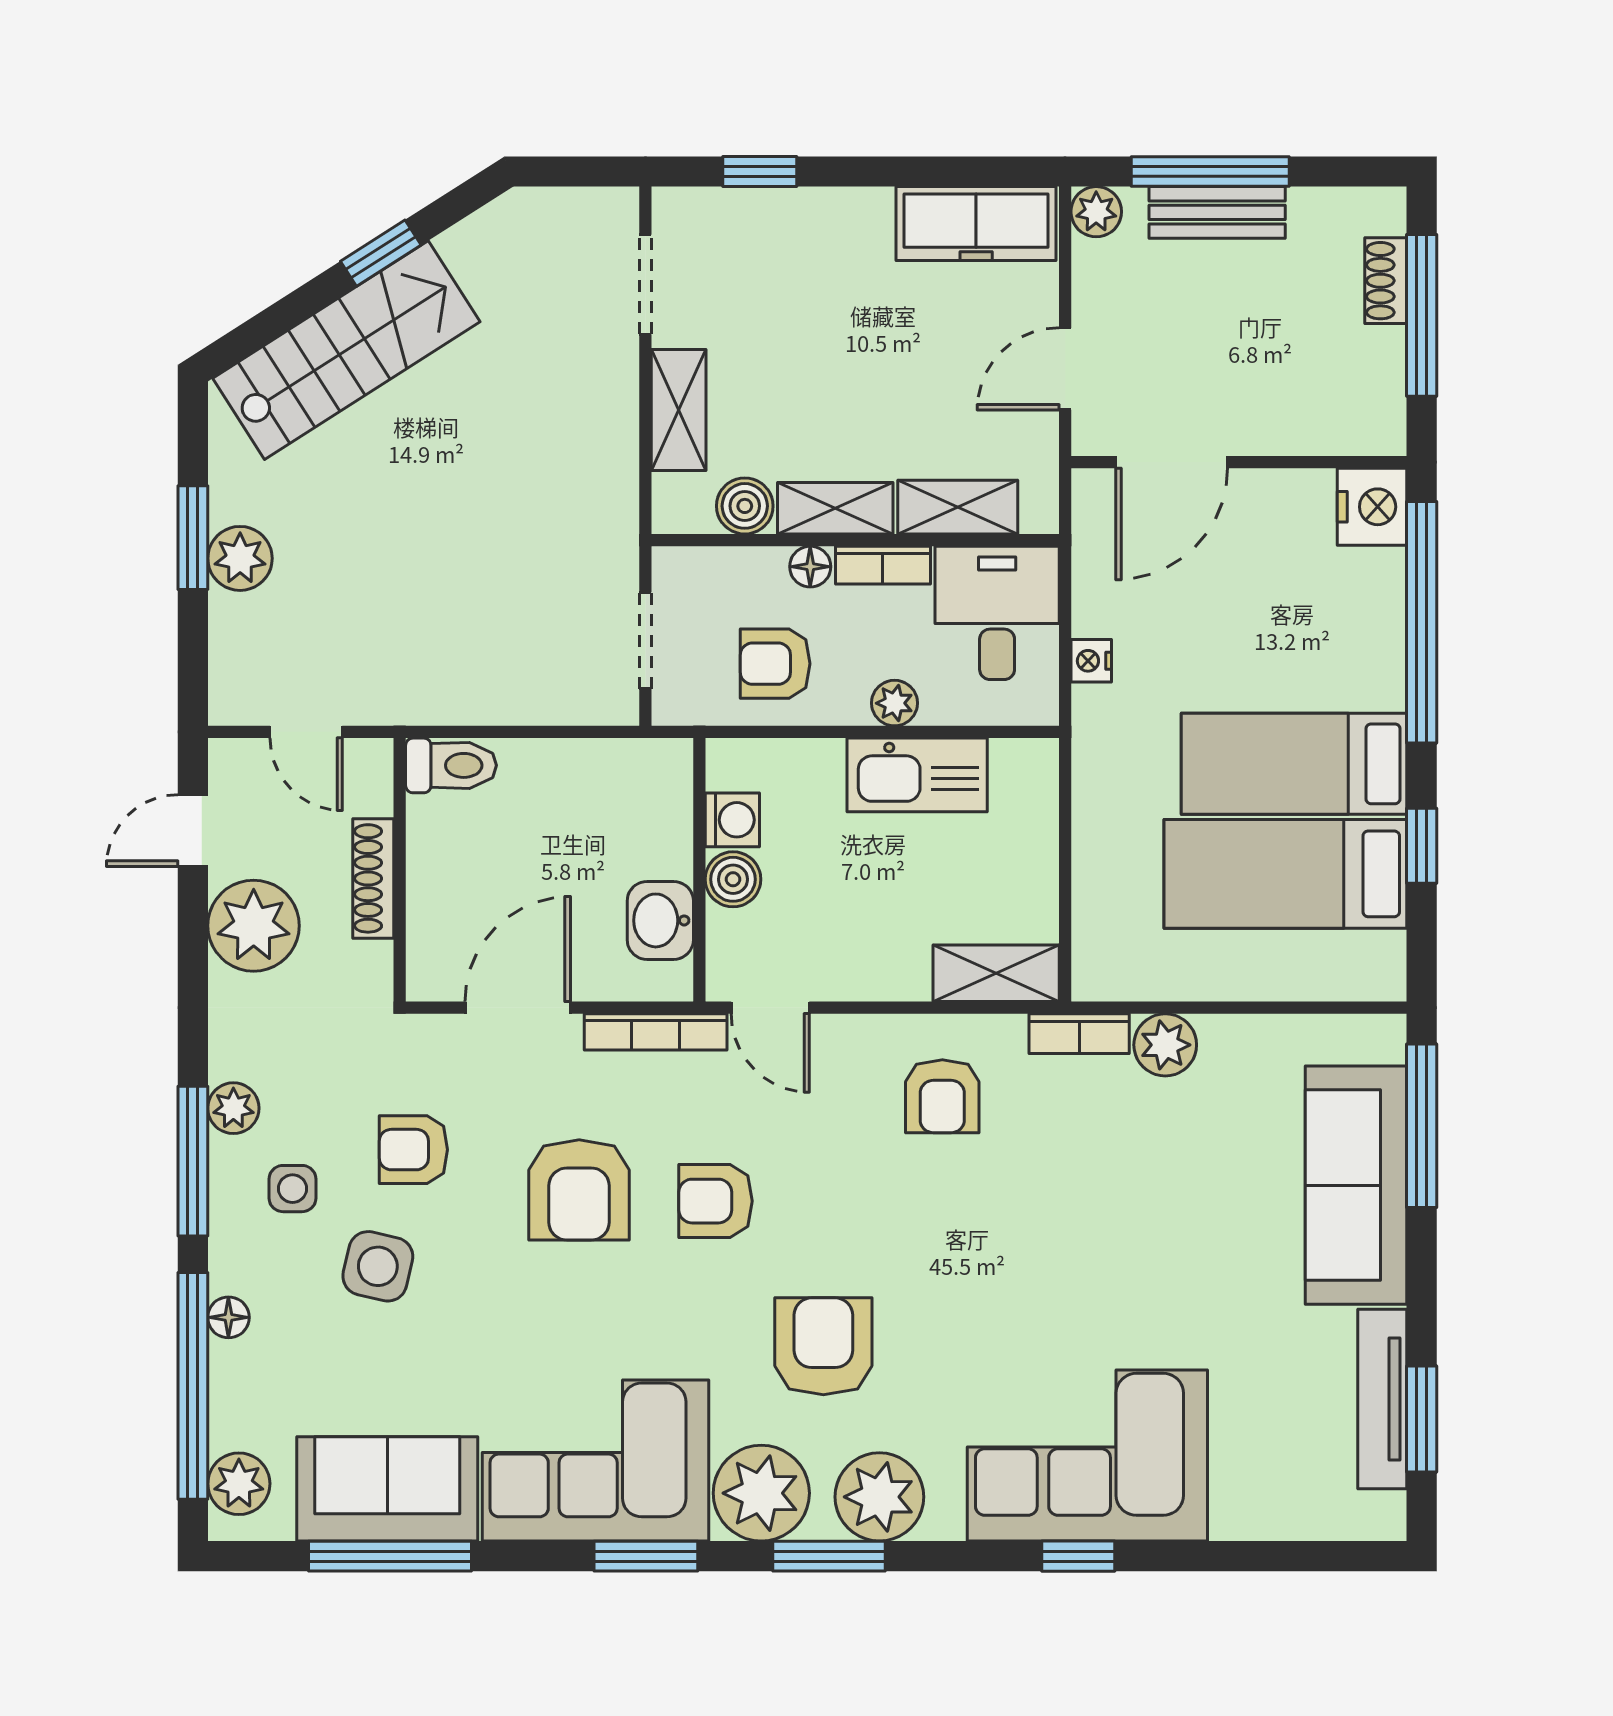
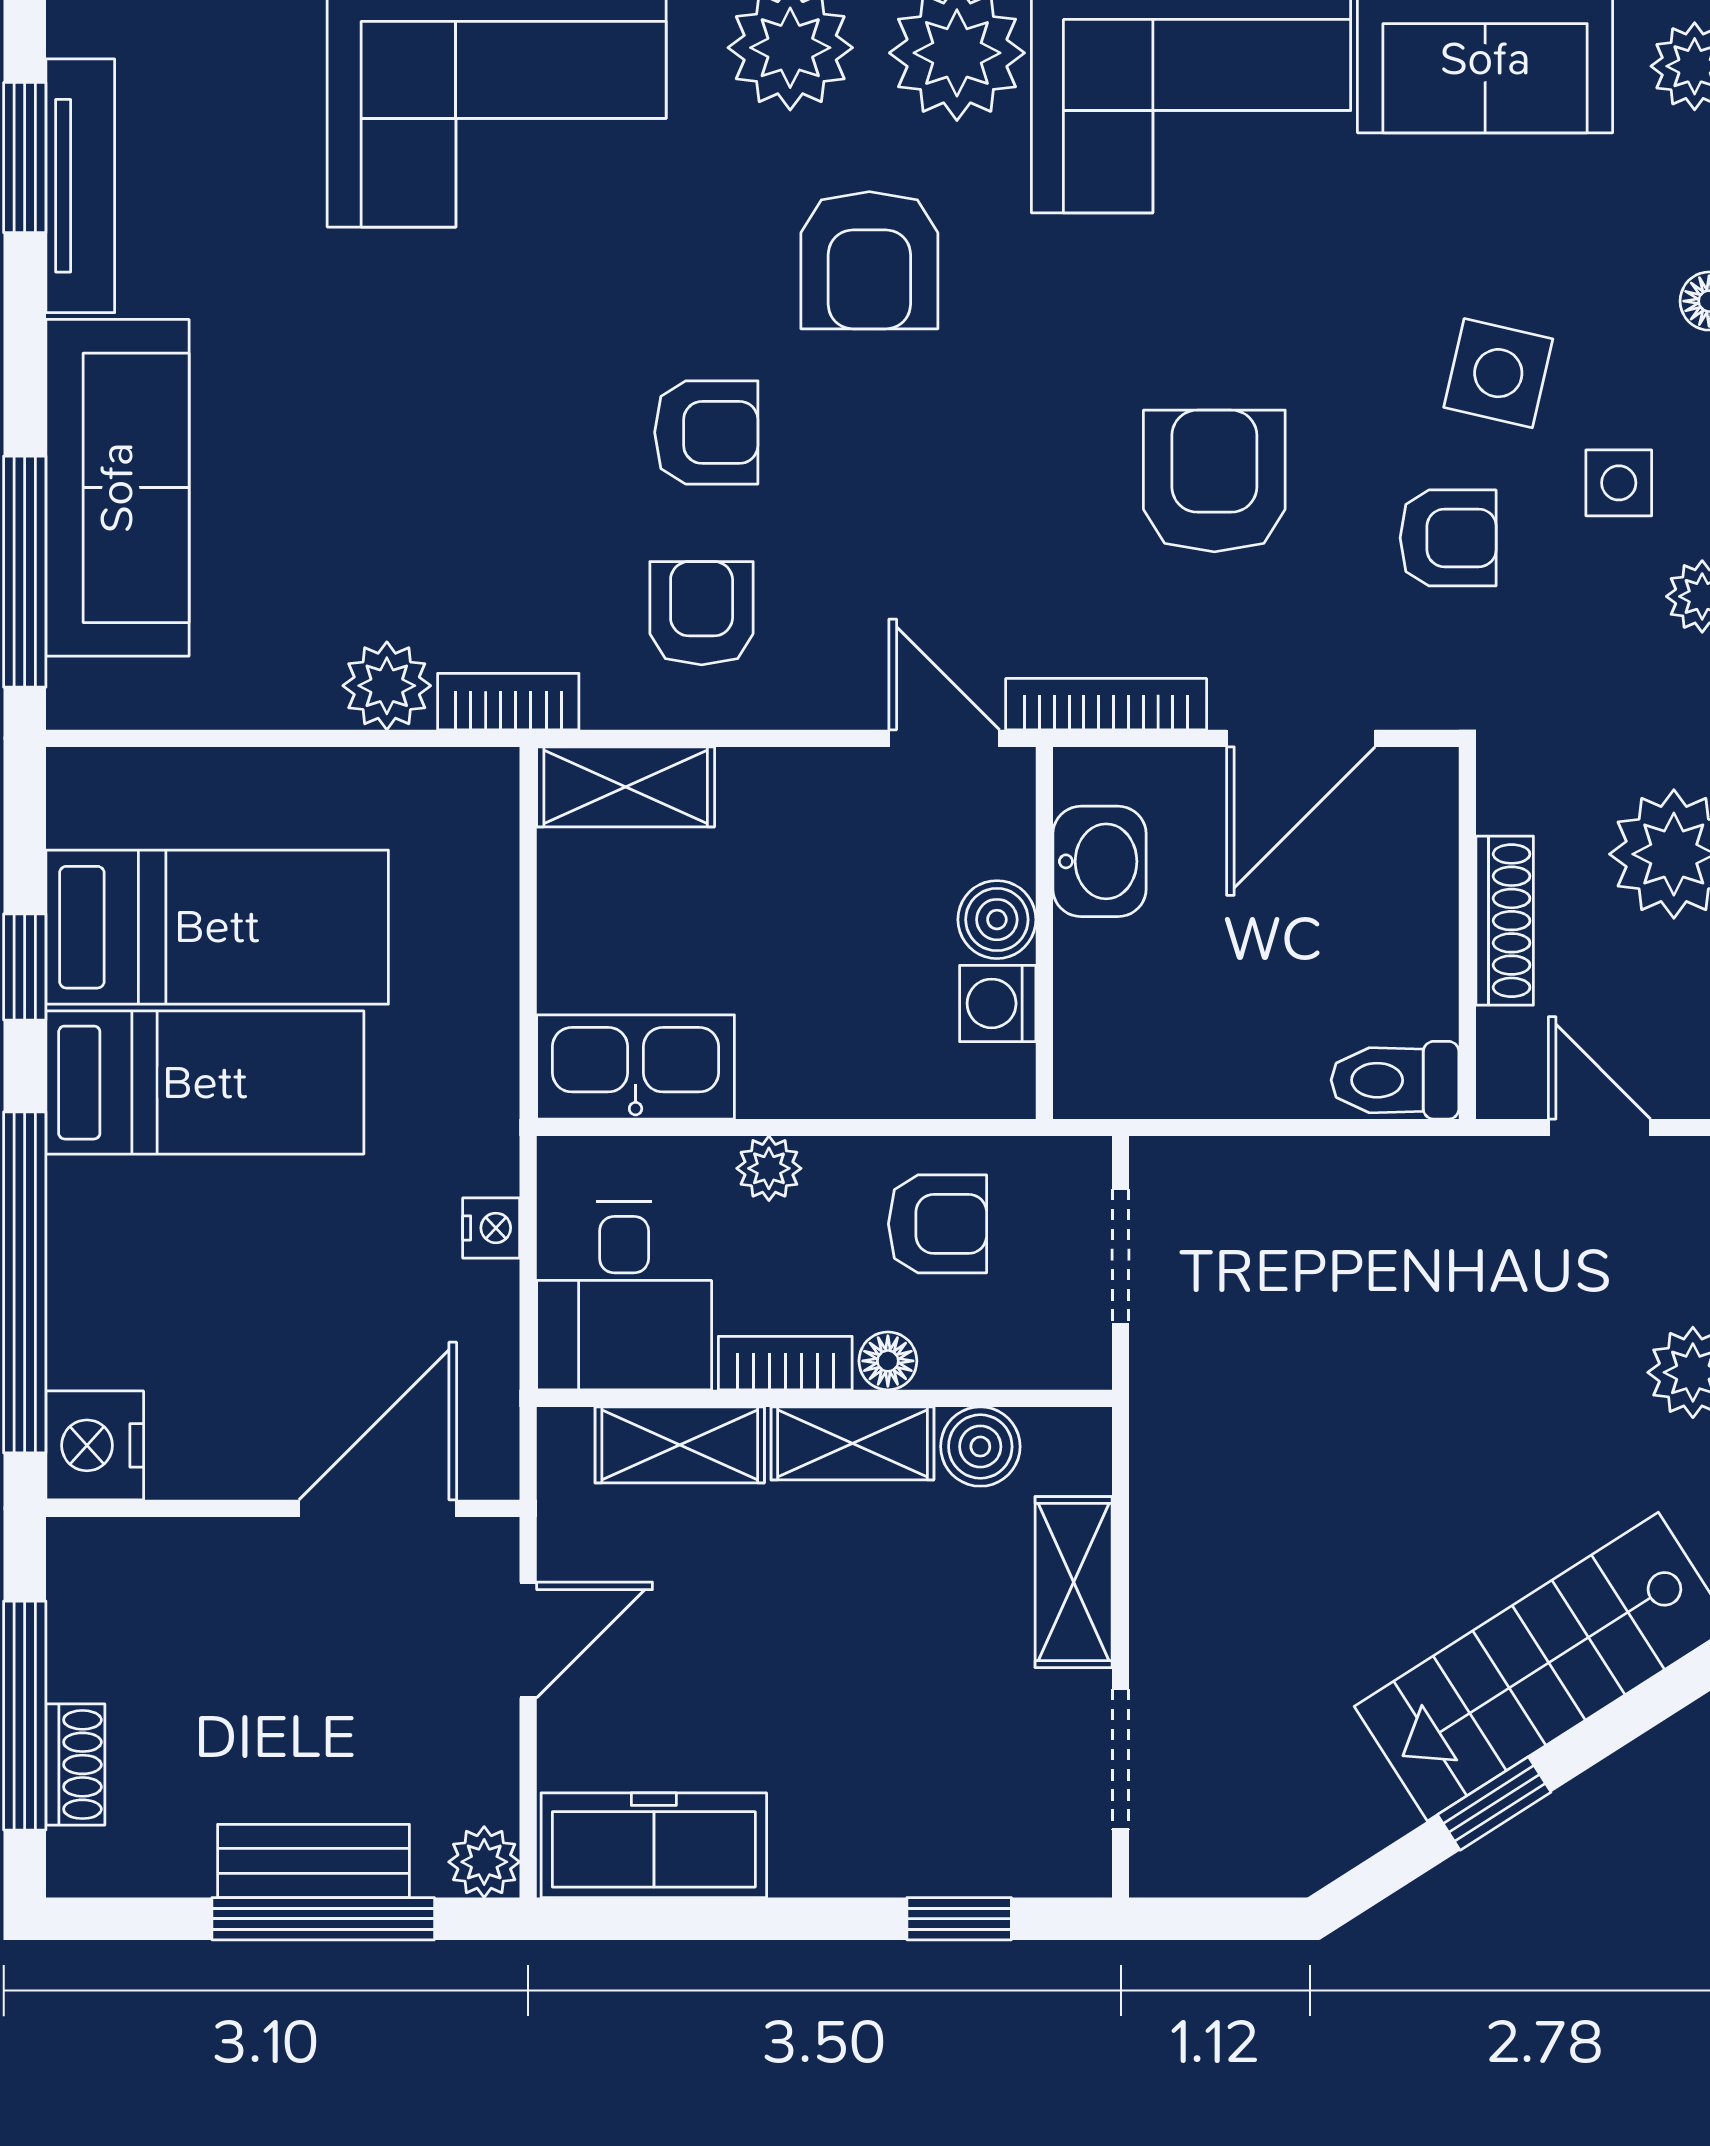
kitchen sink: (917, 775) -> (636, 1067), moved
armchair: (715, 1201) -> (706, 432), moved

